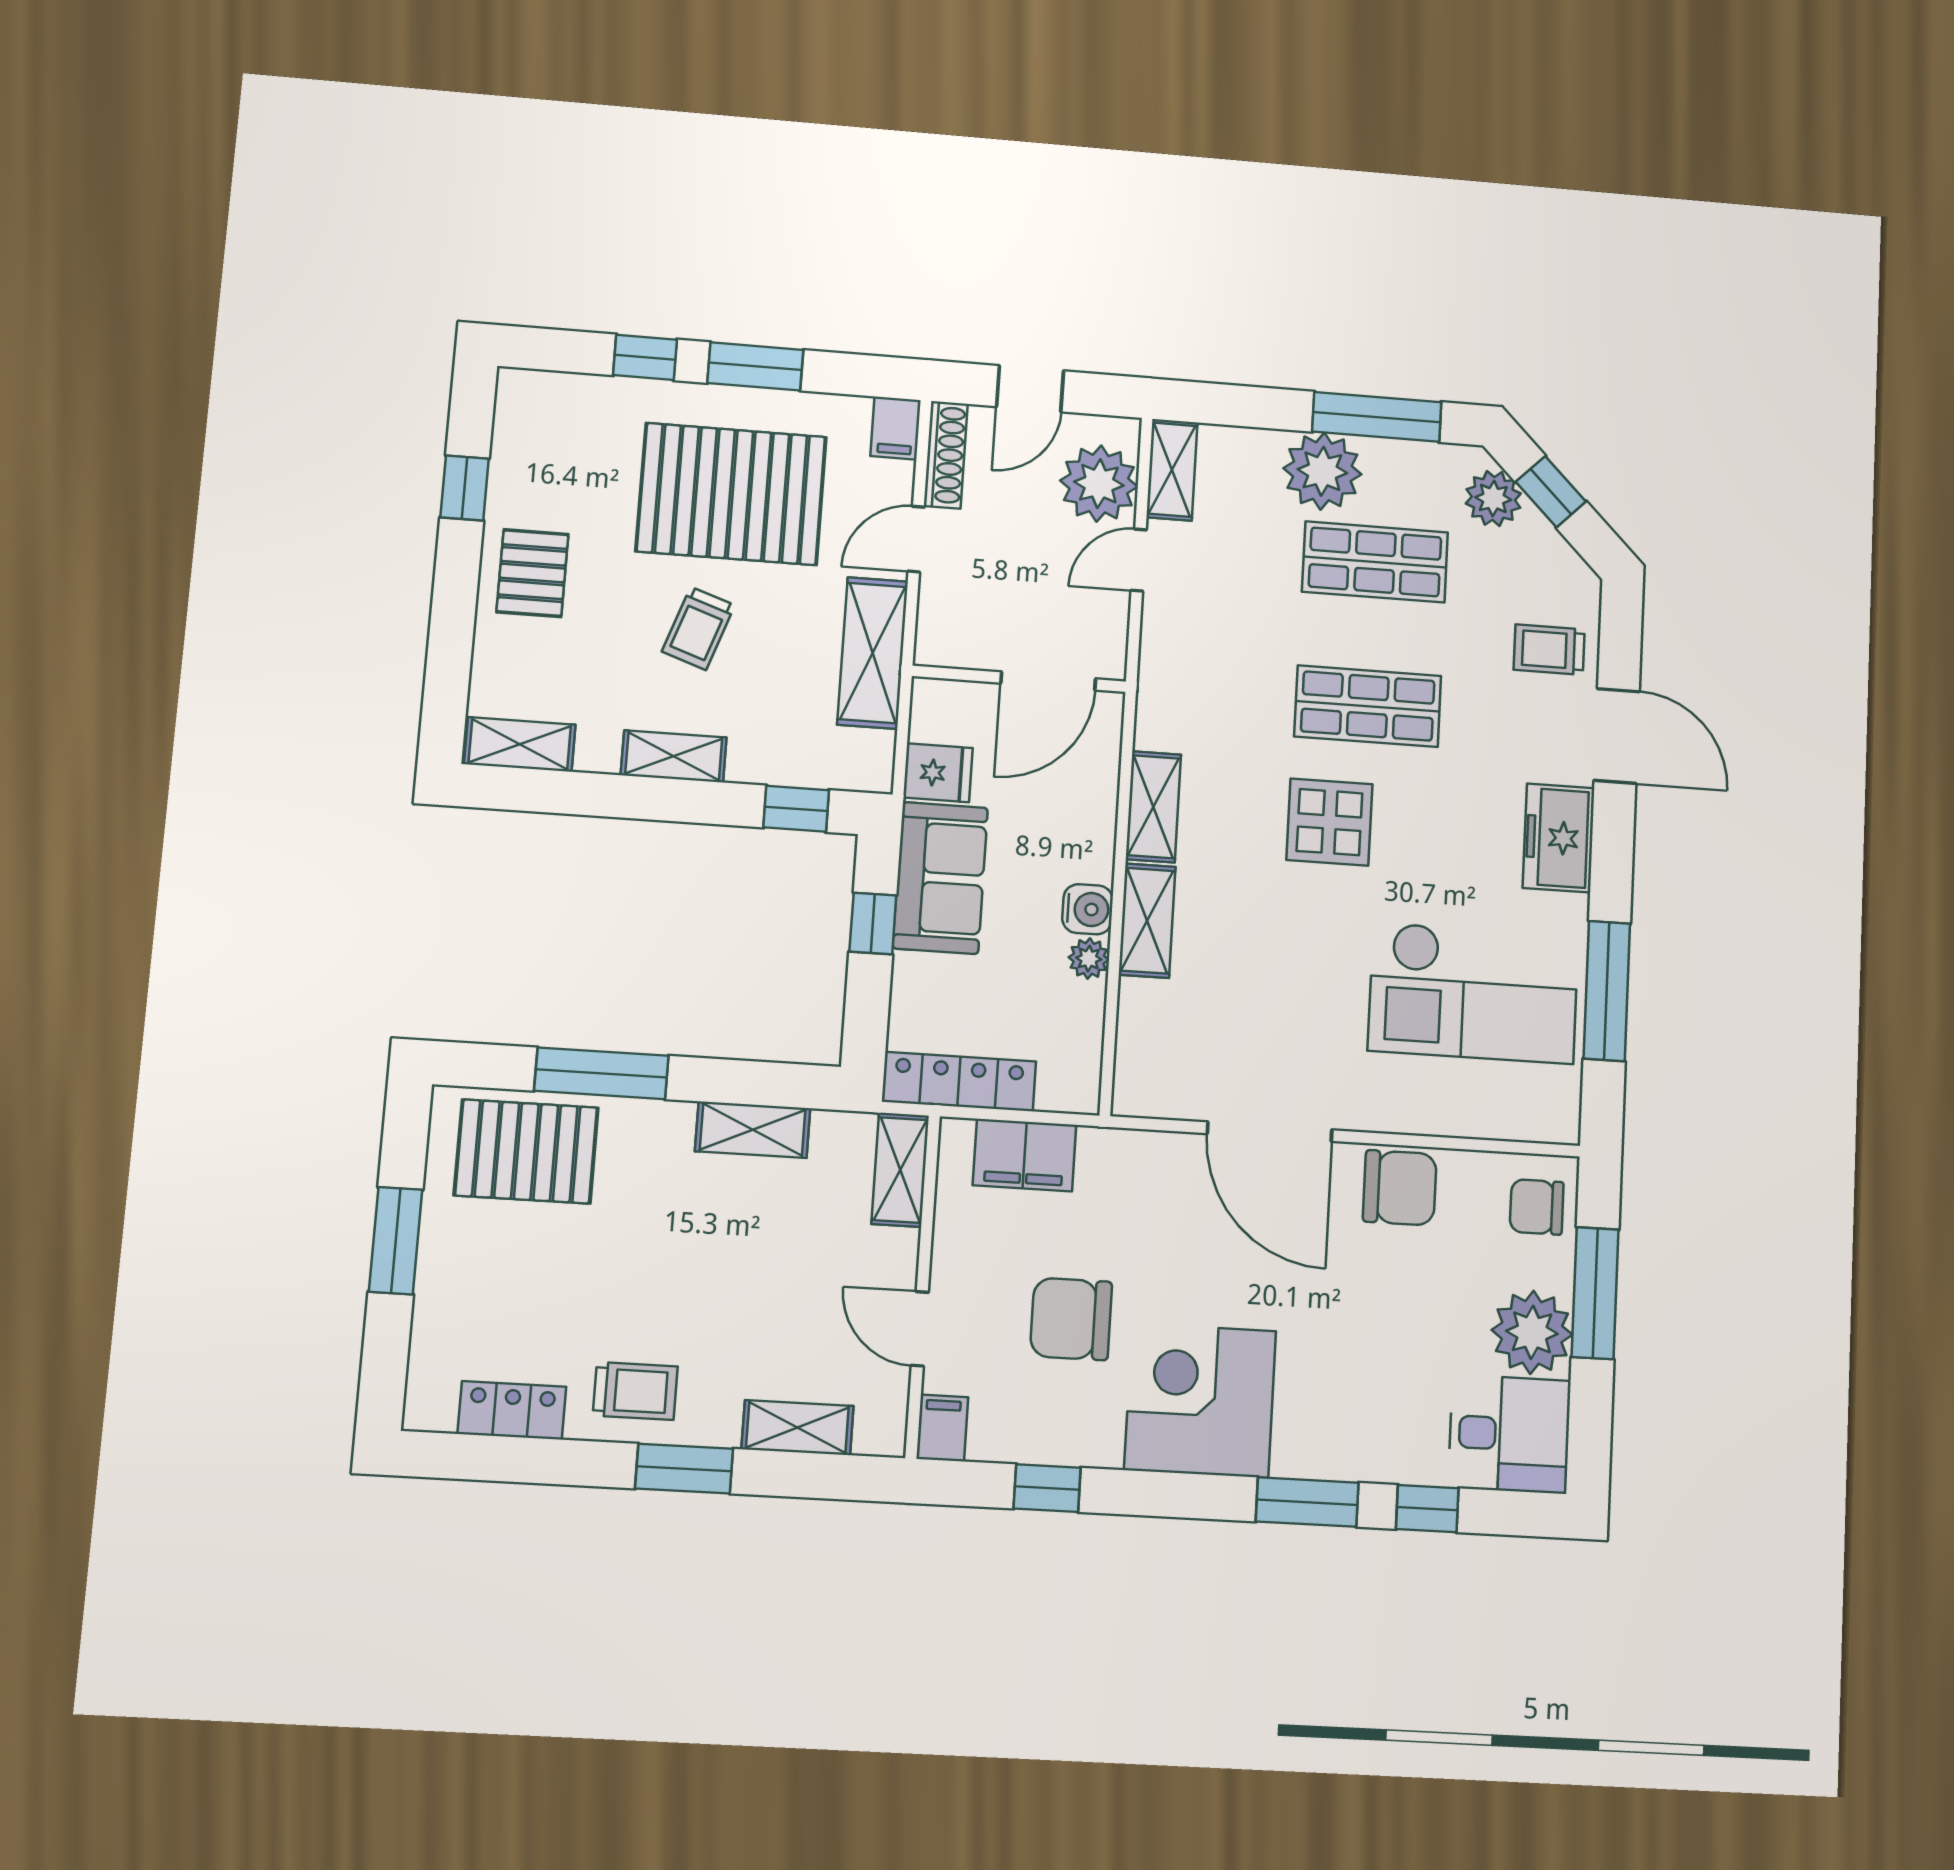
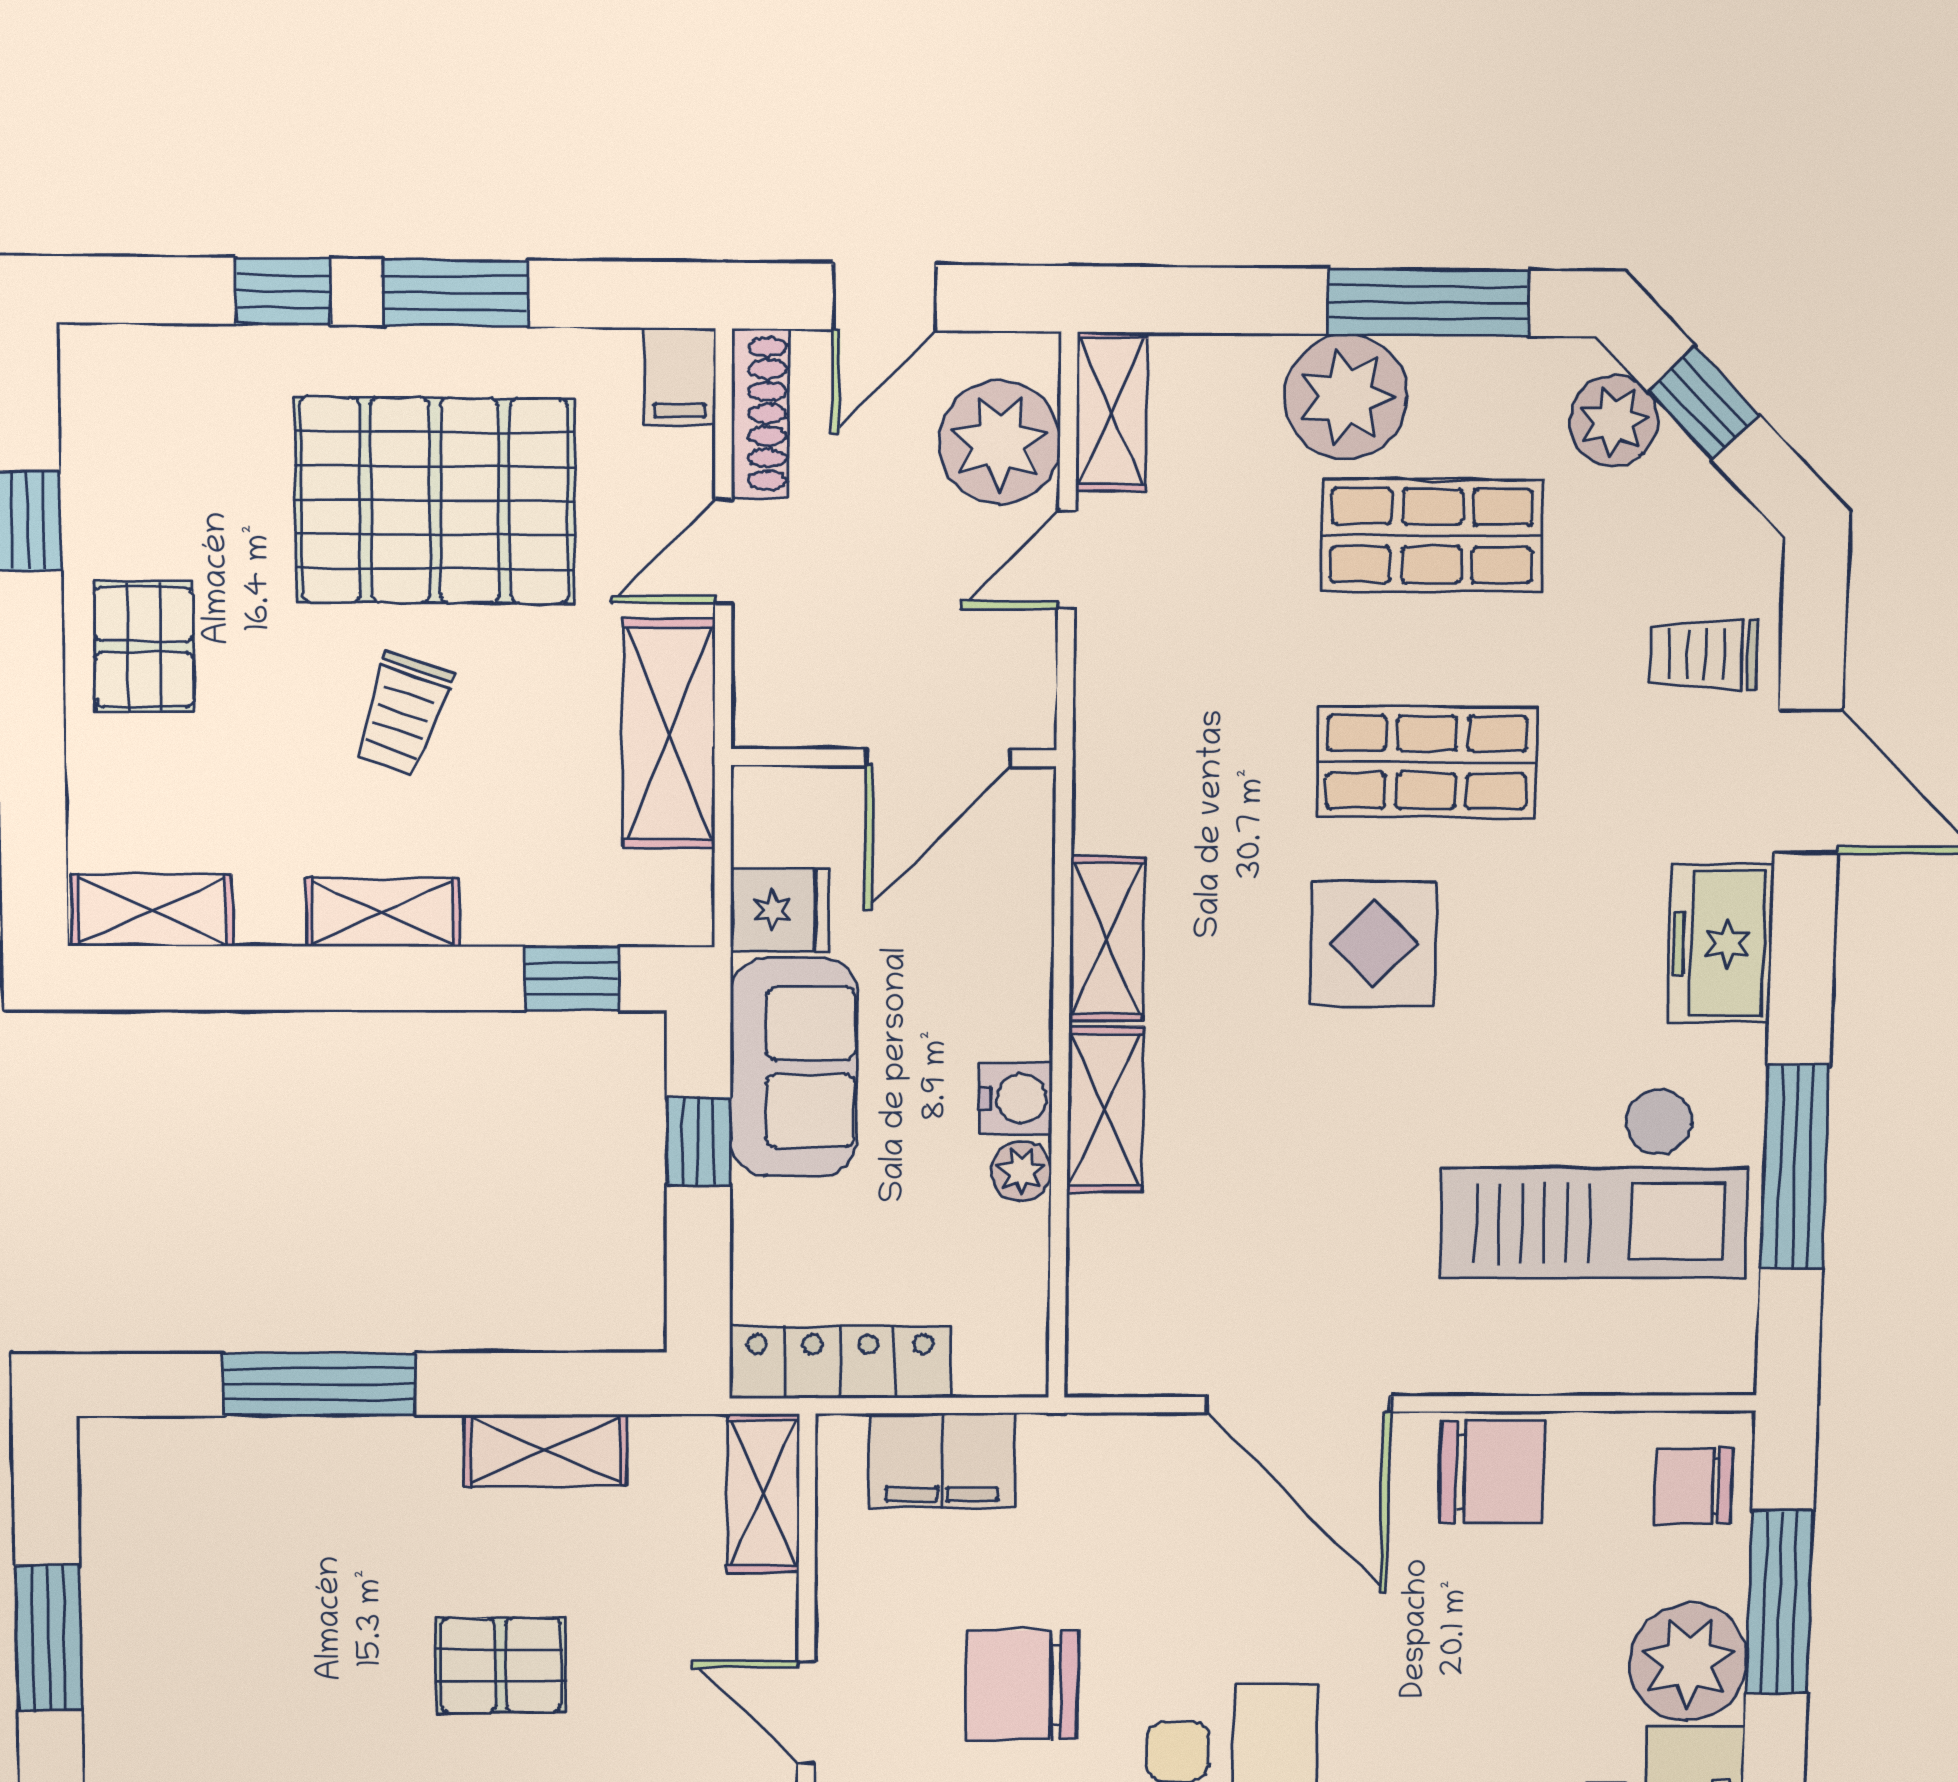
pallet: (526, 1151) -> (501, 1665), moved, width x0.67, depth x0.71

